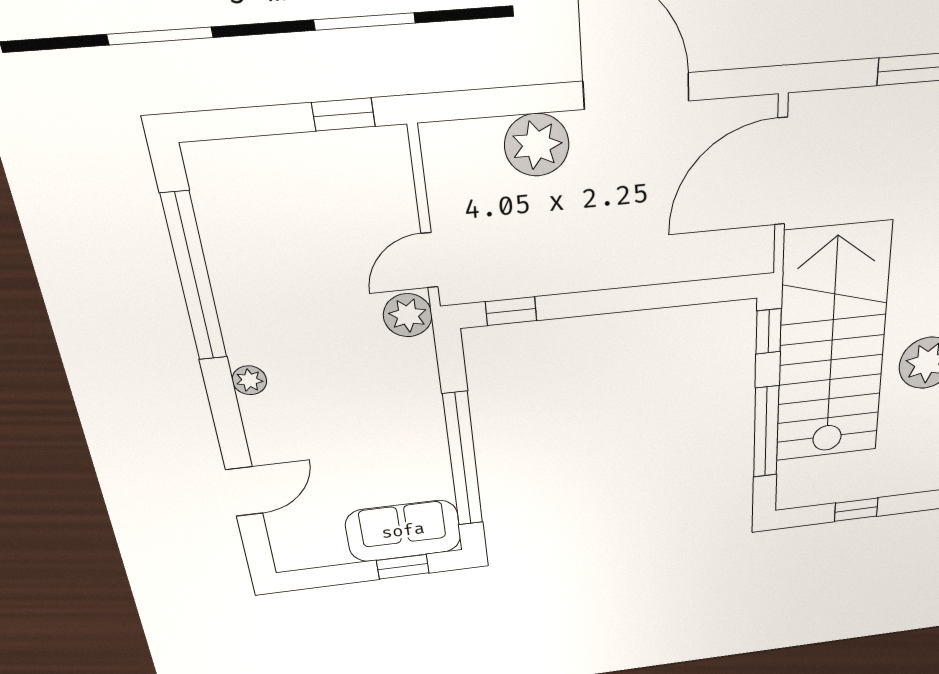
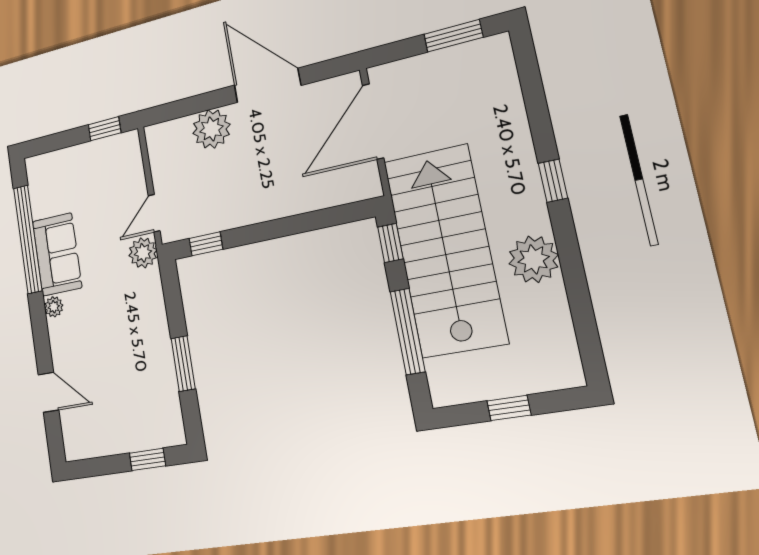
window: (463, 460) -> (183, 364), width x0.47
door: (244, 491) -> (48, 392), hinge flipped
sofa: (403, 531) -> (57, 254), moved, turned 90

